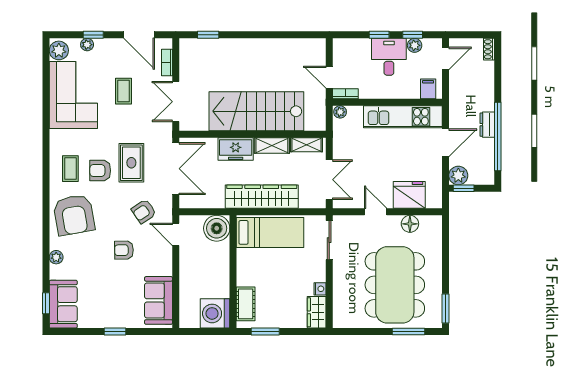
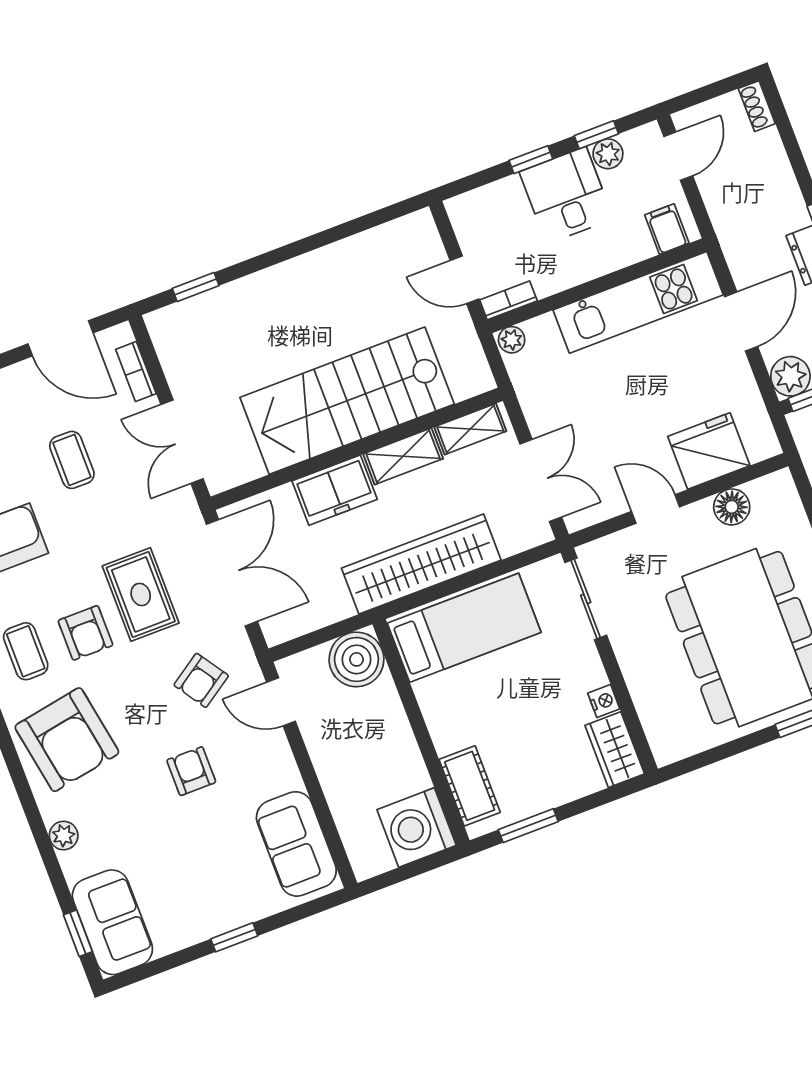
armchair: (100, 171) -> (85, 633), turned -90
armchair: (124, 250) -> (191, 771), turned 91

